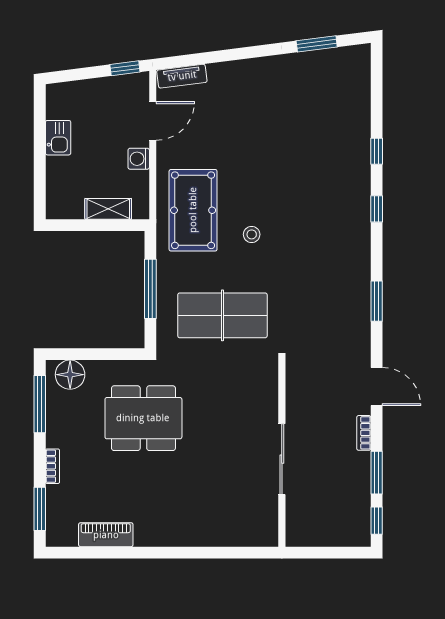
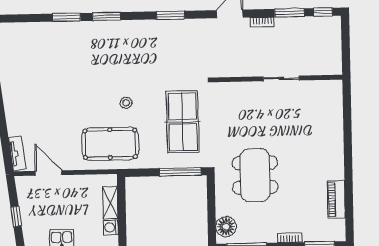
window: (125, 68) -> (16, 216), moved
window: (377, 151) -> (67, 17), width x1.50
washing machine: (139, 159) -> (111, 227), moved, turned 90
window: (377, 209) -> (106, 16), width x1.50
window: (150, 289) -> (180, 172), moved
sliding door: (282, 459) -> (281, 78), width x0.73

